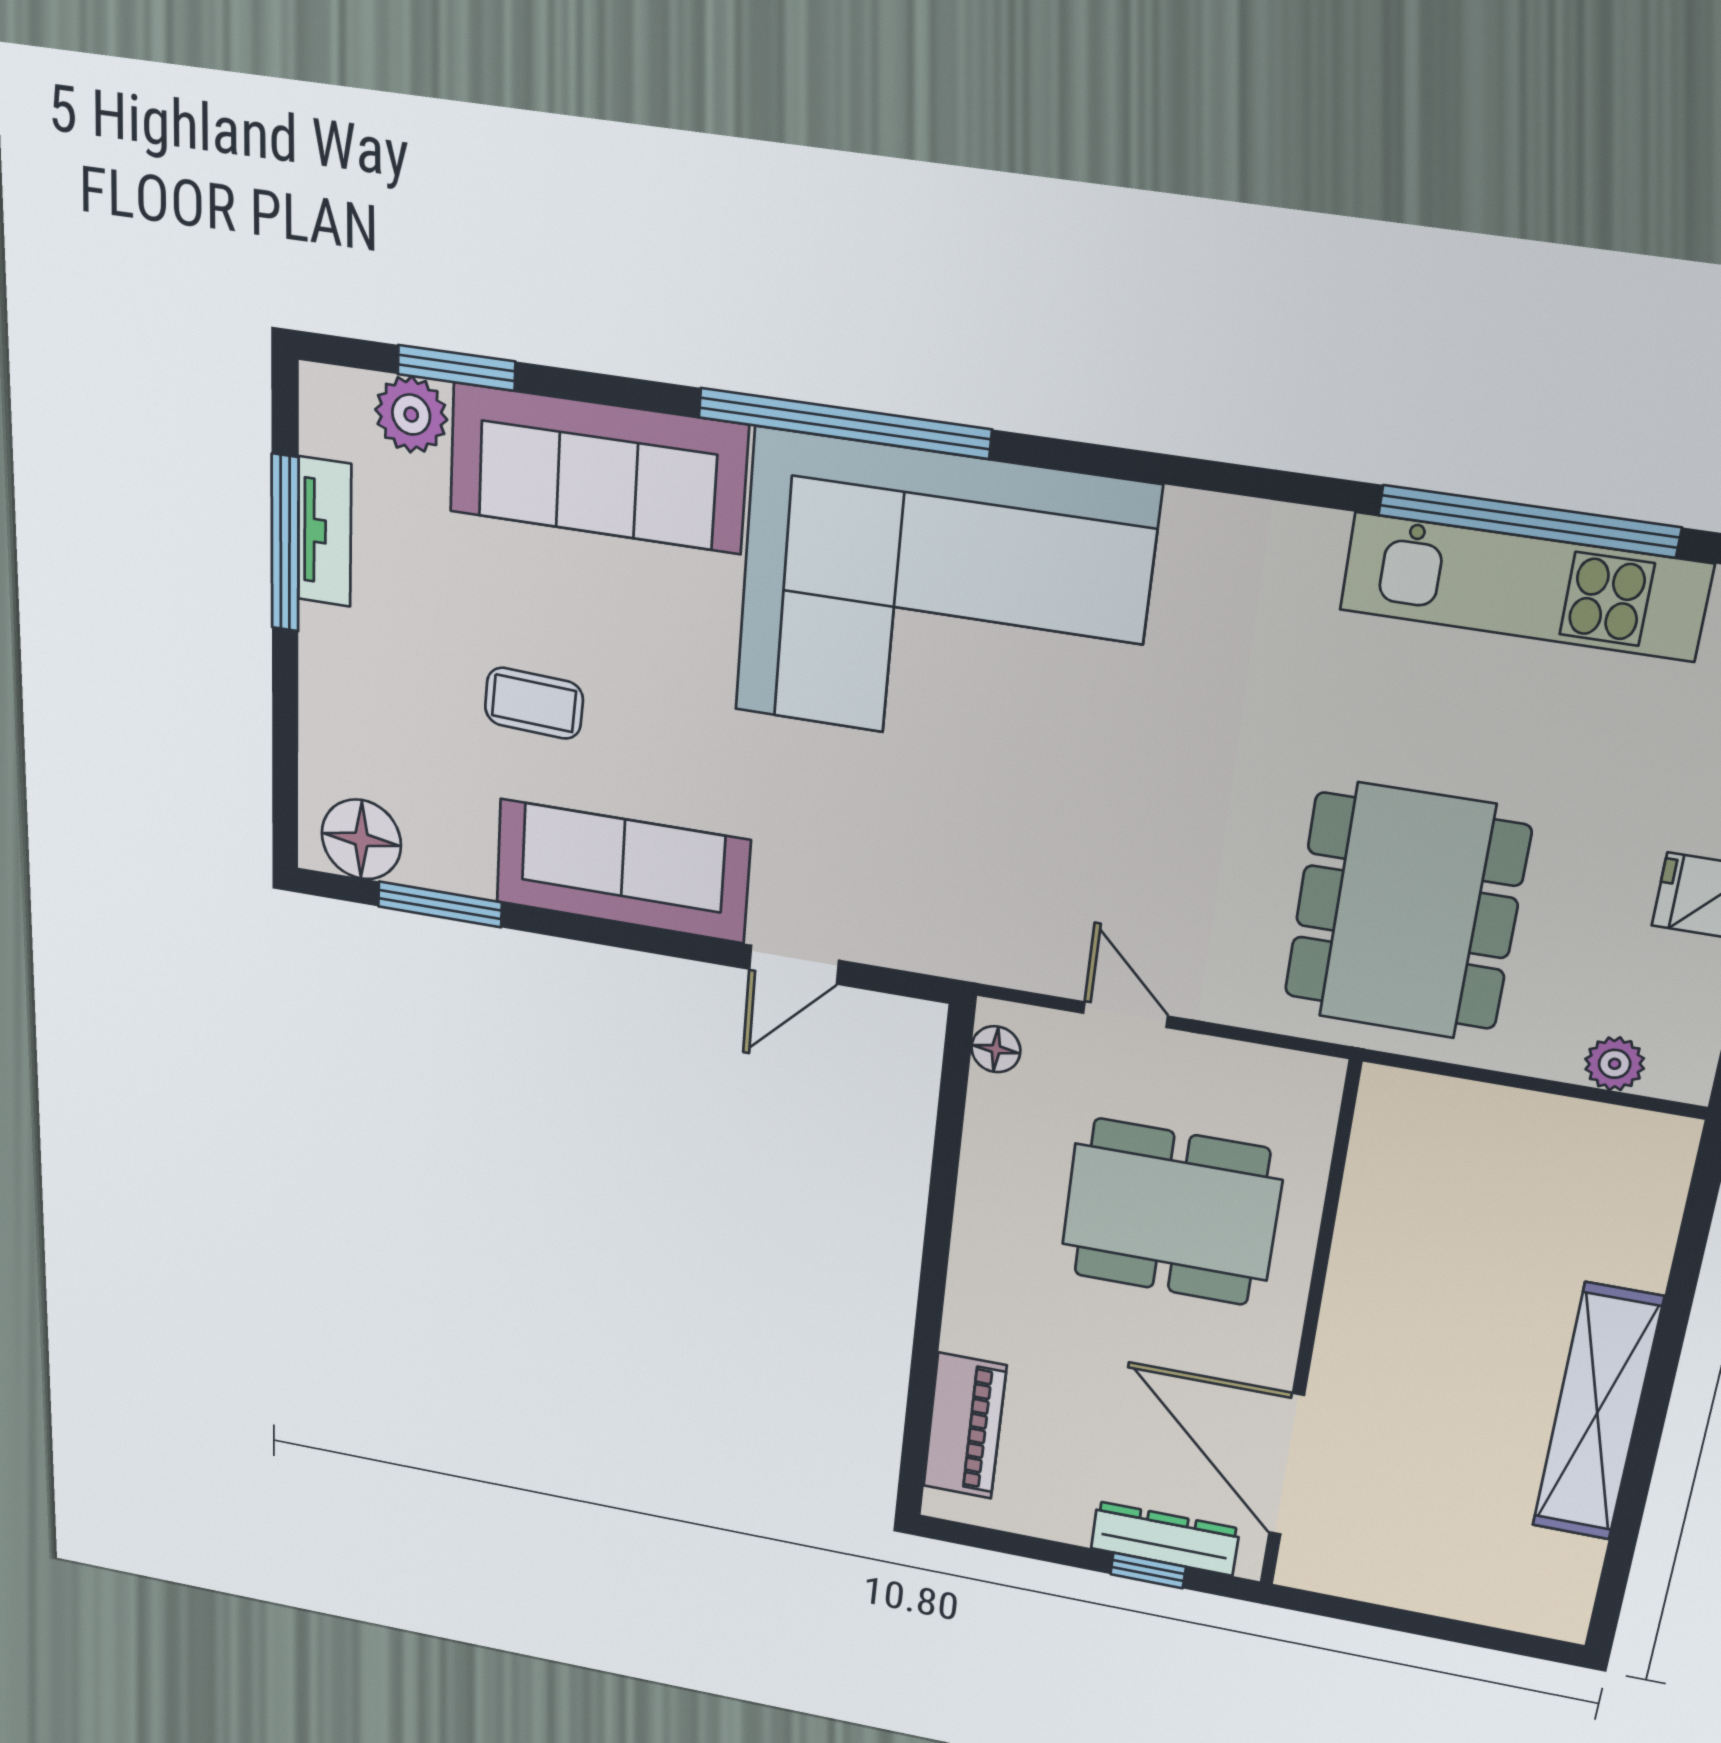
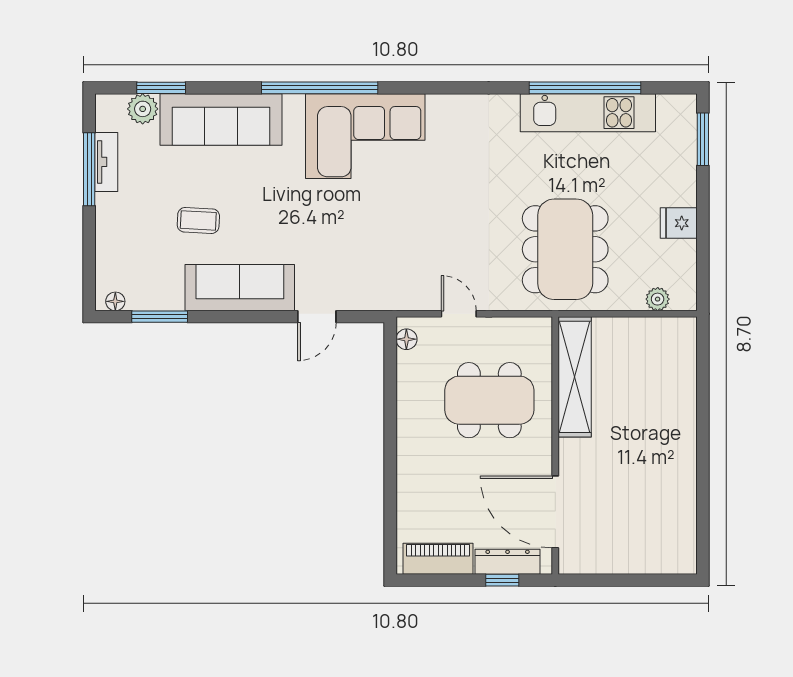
corner sofa: (943, 600) -> (365, 136), width x0.73, depth x0.74
floor lamp: (361, 839) -> (115, 301), width x0.53, depth x0.53
shelving: (1597, 1413) -> (575, 377), moved
piano: (965, 1426) -> (438, 559), moved, turned -90

